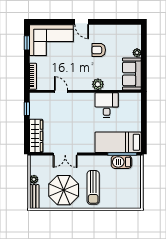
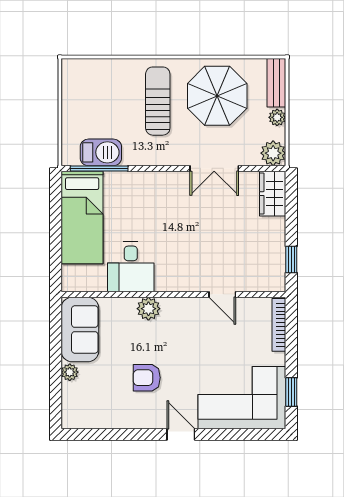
armchair: (99, 50) -> (147, 378), turned 180
wardrobe: (36, 136) -> (273, 194), width x0.67
bed: (118, 142) -> (82, 218), moved, turned 90
double door: (65, 154) -> (214, 168), swing flipped
plant: (36, 162) -> (273, 153), added

